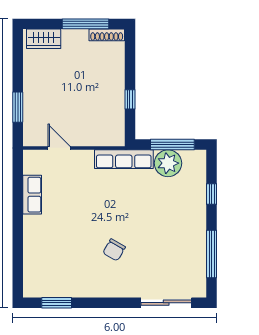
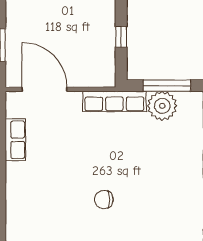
door: (59, 148) -> (44, 89), width x1.87
chair: (114, 250) -> (104, 199), turned 60

